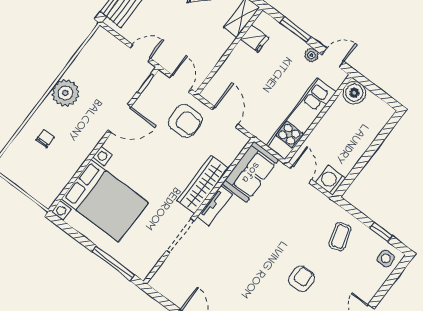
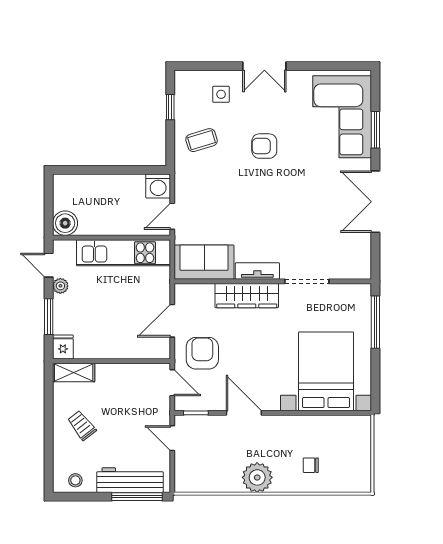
fridge: (255, 39) -> (63, 347), moved
door: (180, 83) -> (172, 383), swing flipped
side table: (386, 258) -> (221, 94), moved

